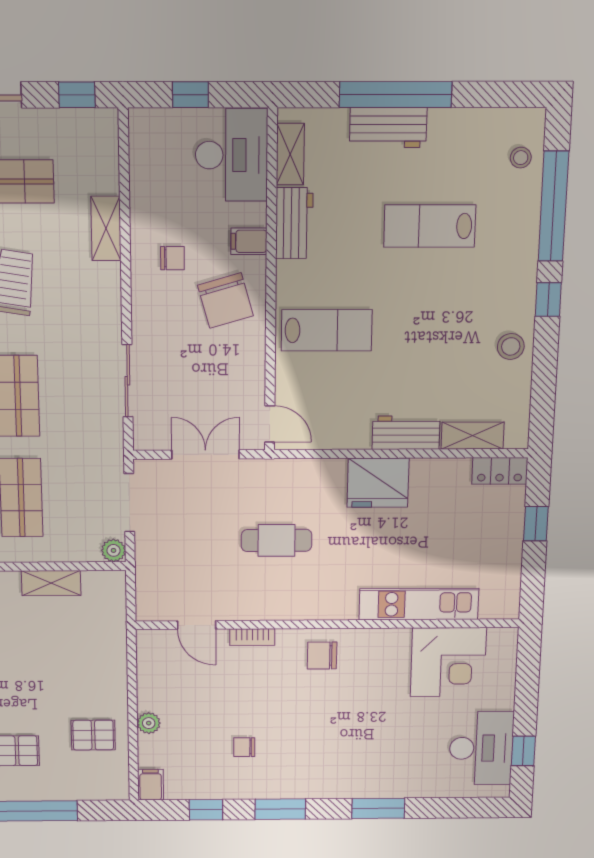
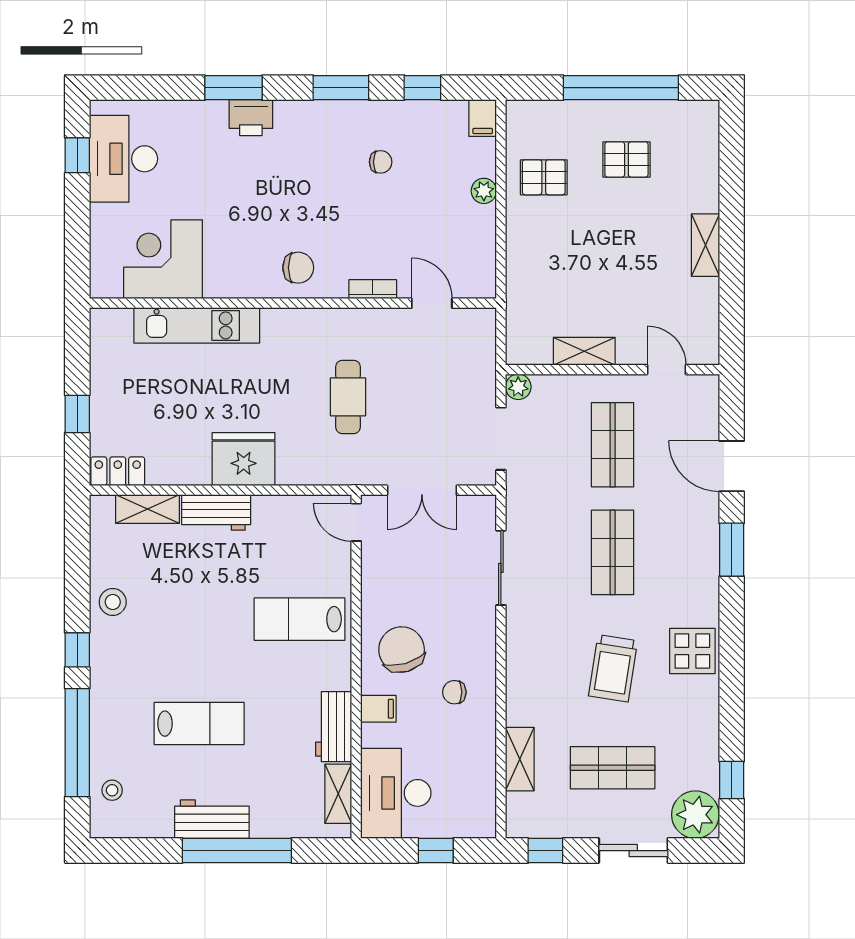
workbench: (388, 128) -> (212, 819), moved
shelving: (106, 228) -> (520, 759), moved
cafe table: (277, 540) -> (348, 397), turned 90
printer: (363, 784) -> (251, 118), added

